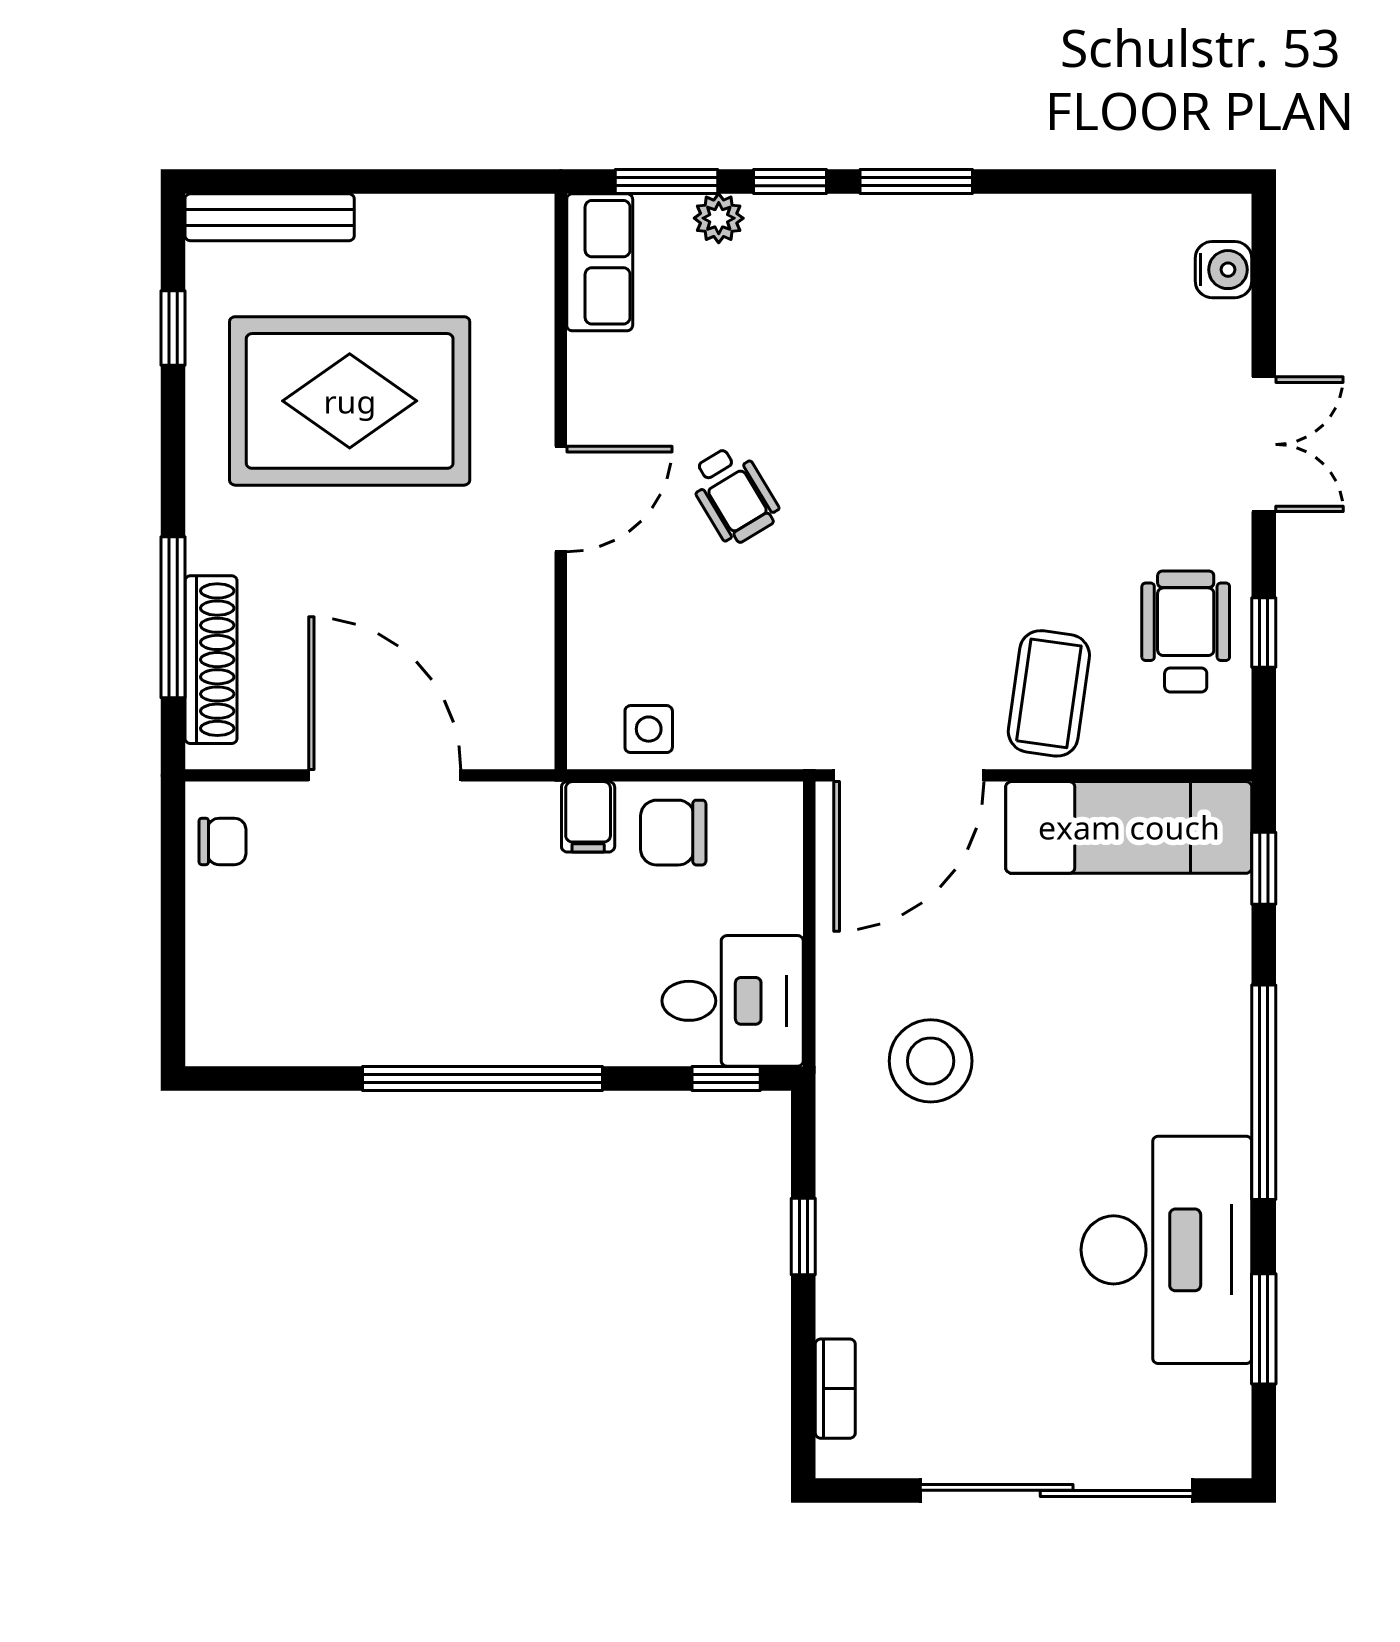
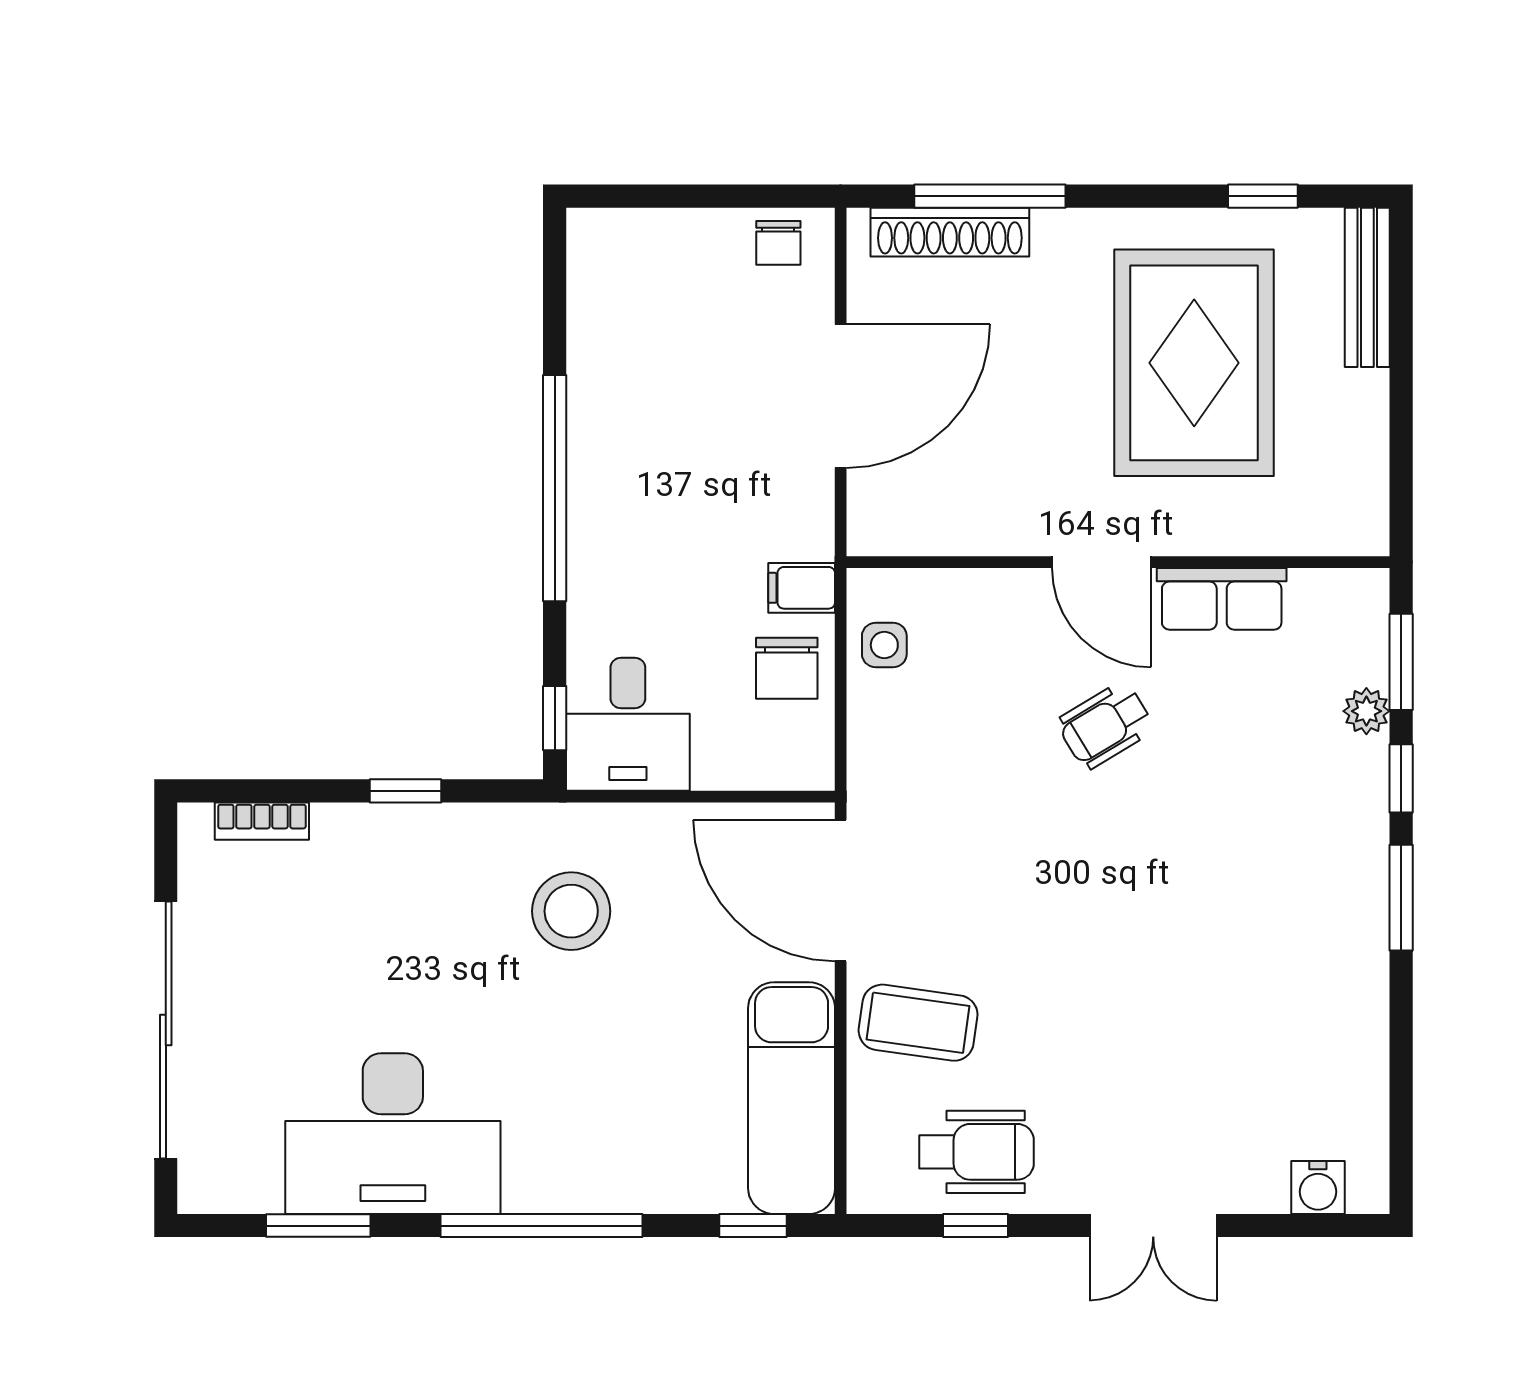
row of seats: (600, 262) -> (1222, 599), moved
chair: (673, 833) -> (787, 668), turned 180

